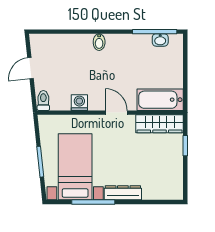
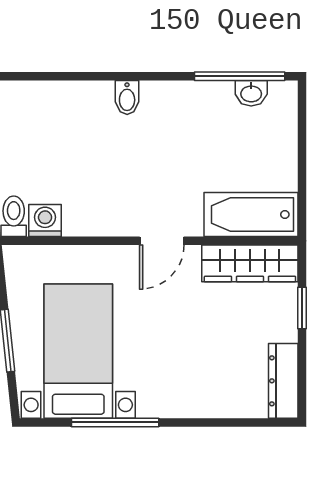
washing machine: (79, 103) -> (45, 221), moved
door: (116, 113) -> (162, 241), swing flipped
dresser: (123, 193) -> (283, 381), moved, turned -90

